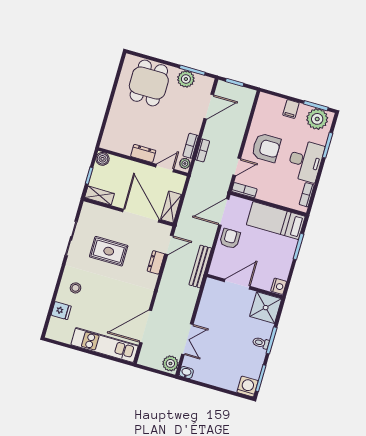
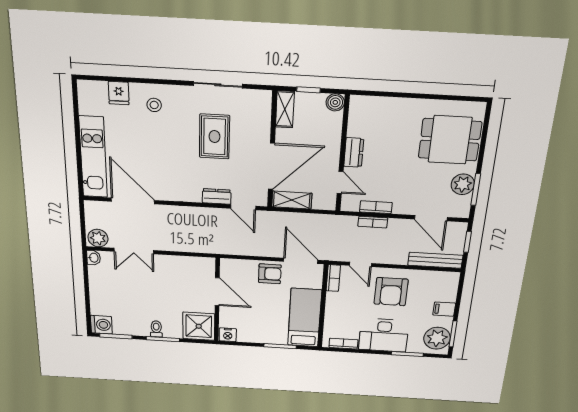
plant: (185, 163) -> (351, 205), removed
bench: (200, 266) -> (435, 260), moved

